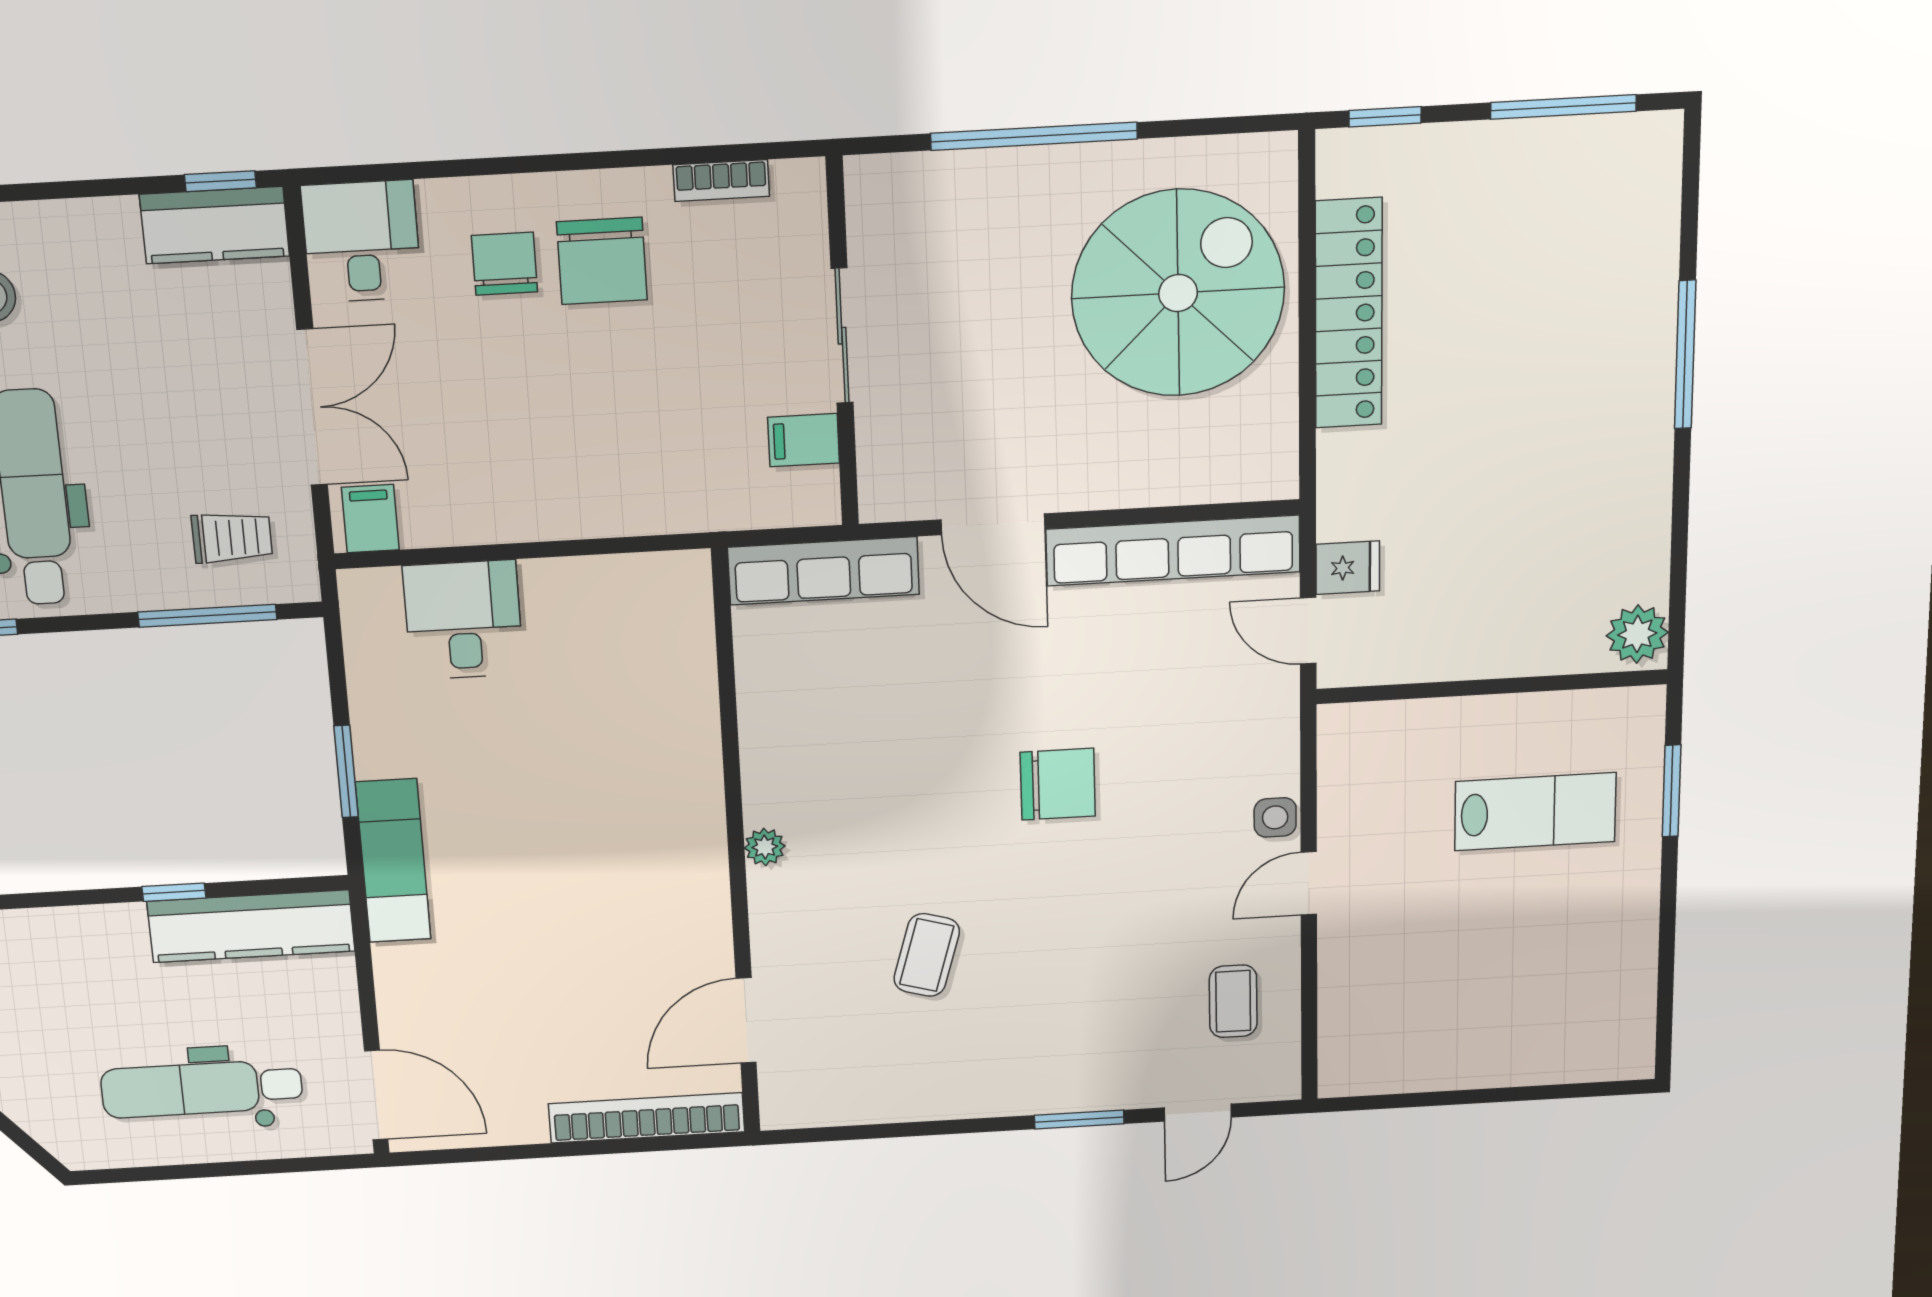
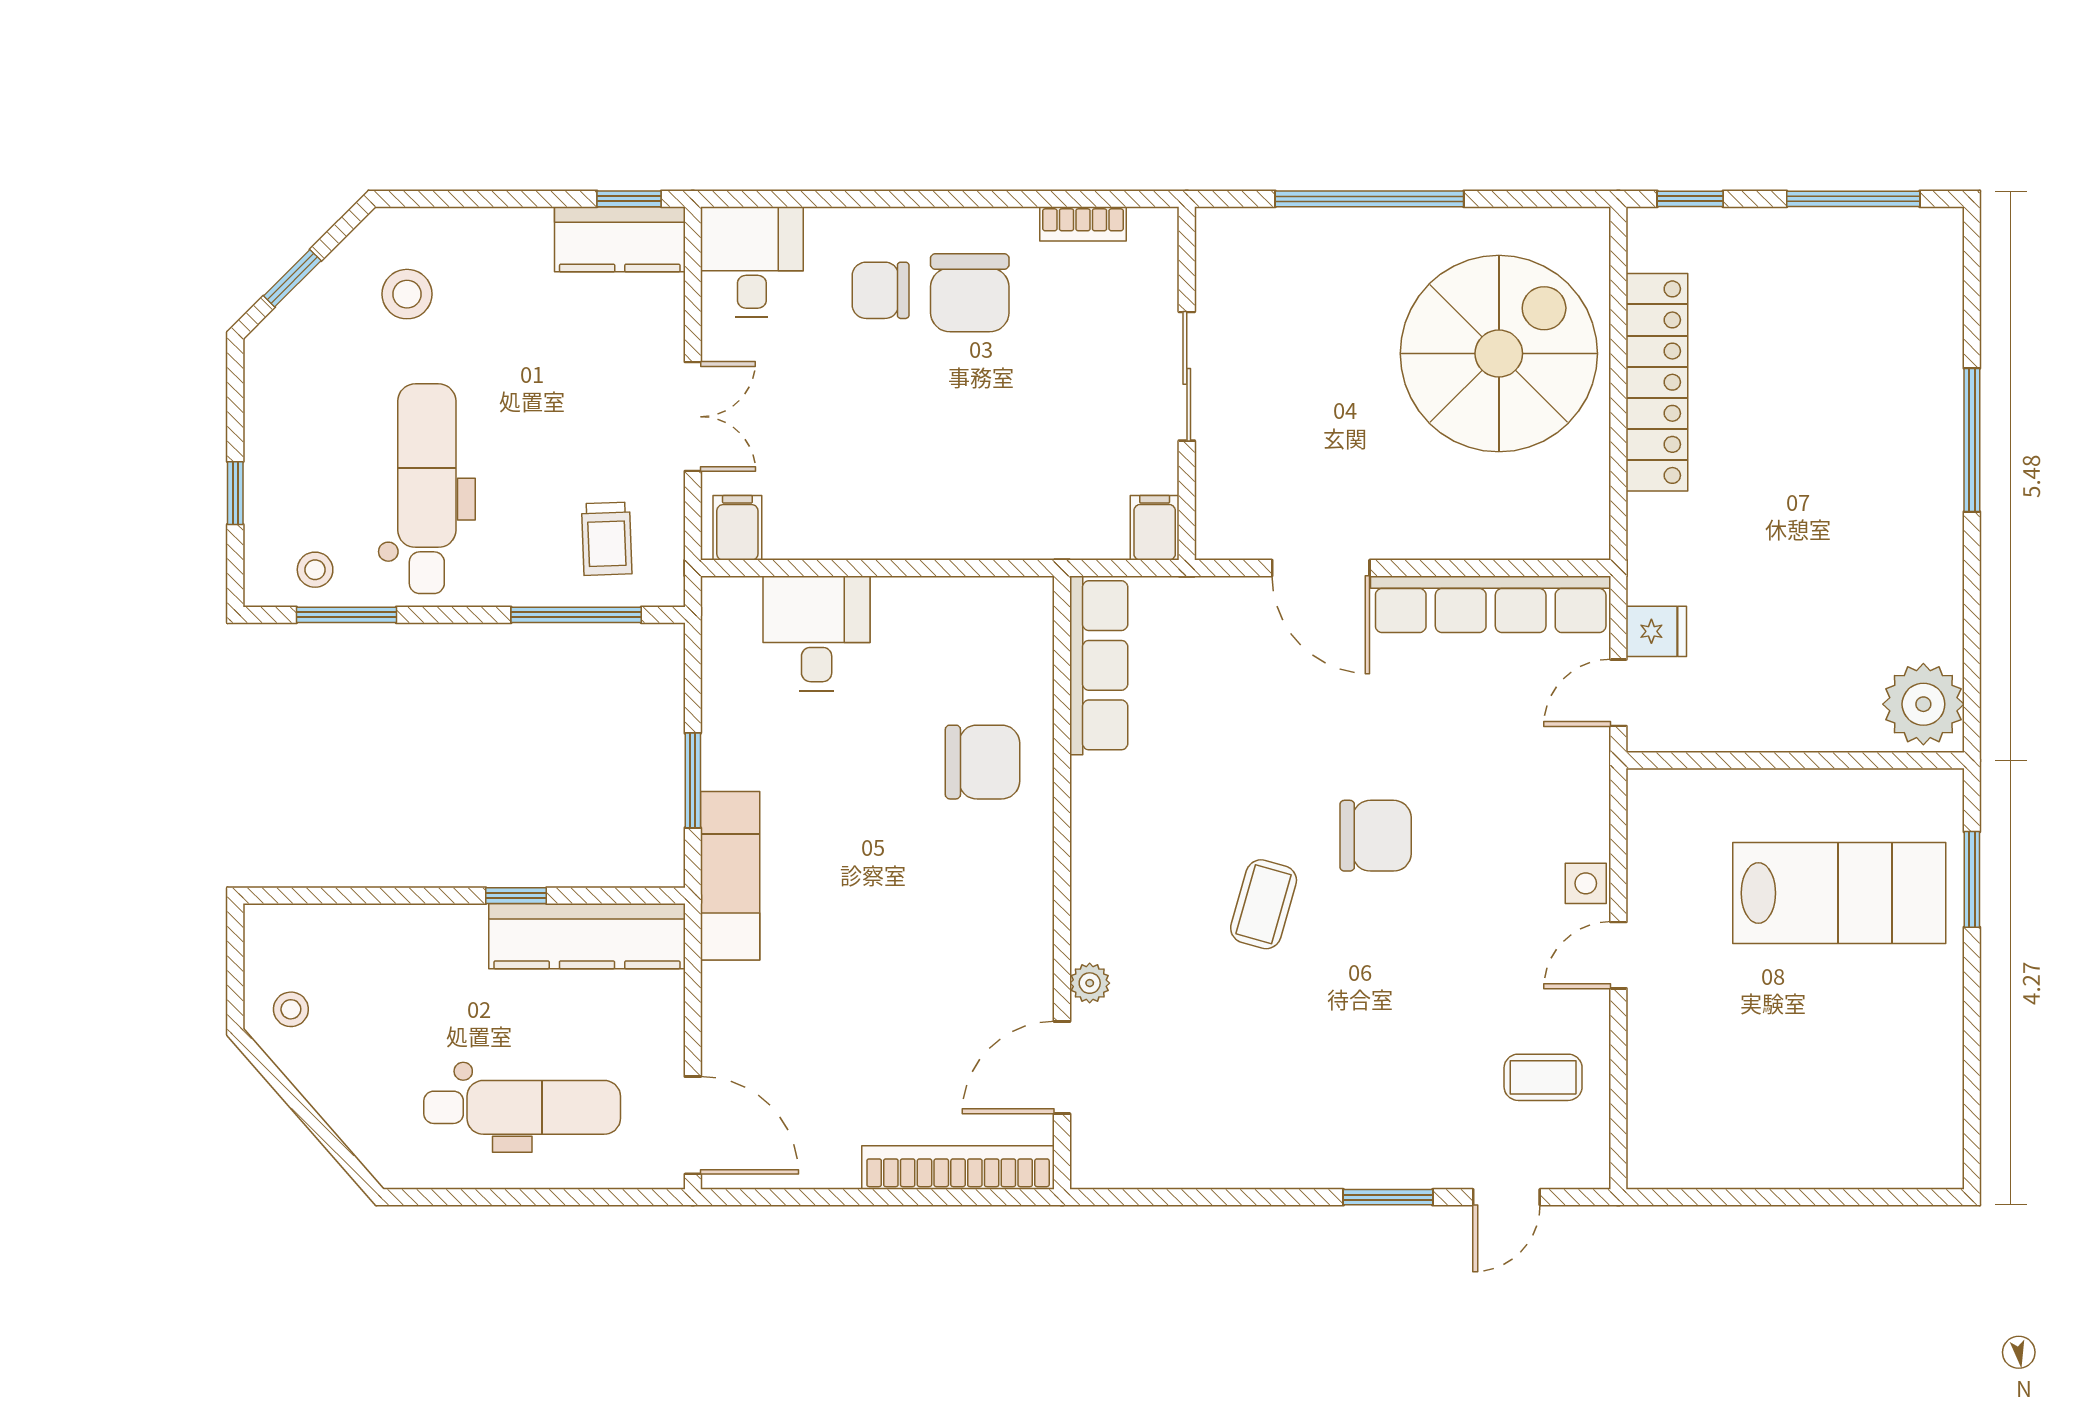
chair: (505, 264) -> (881, 290), turned -90
double door: (312, 407) -> (693, 417), width x0.73
filing cabinet: (804, 440) -> (1155, 528), moved, turned 90
trolley: (232, 537) -> (607, 539), turned 88
row of seats: (823, 571) -> (1099, 665), moved, turned -90
door: (1308, 631) -> (1618, 693), hinge flipped
plant: (1637, 634) -> (1923, 704), width x1.36, depth x1.36
chair: (647, 736) -> (982, 762), added
lab bench: (1535, 812) -> (1839, 893), width x1.36, depth x1.39
plant: (765, 847) -> (1090, 983), moved
coffee table: (927, 955) -> (1264, 904), moved
coffee table: (1233, 1001) -> (1543, 1077), turned 90
dental chair: (202, 1089) -> (522, 1107), turned 180

